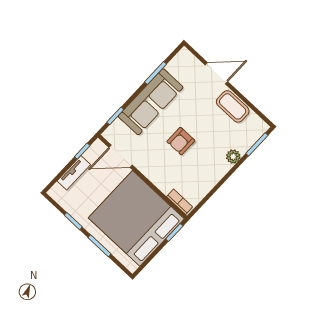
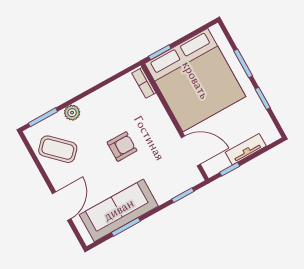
door: (216, 73) -> (62, 206), swing flipped
sofa: (151, 102) -> (119, 210), moved
coffee table: (233, 106) -> (58, 149), moved, turned -46

